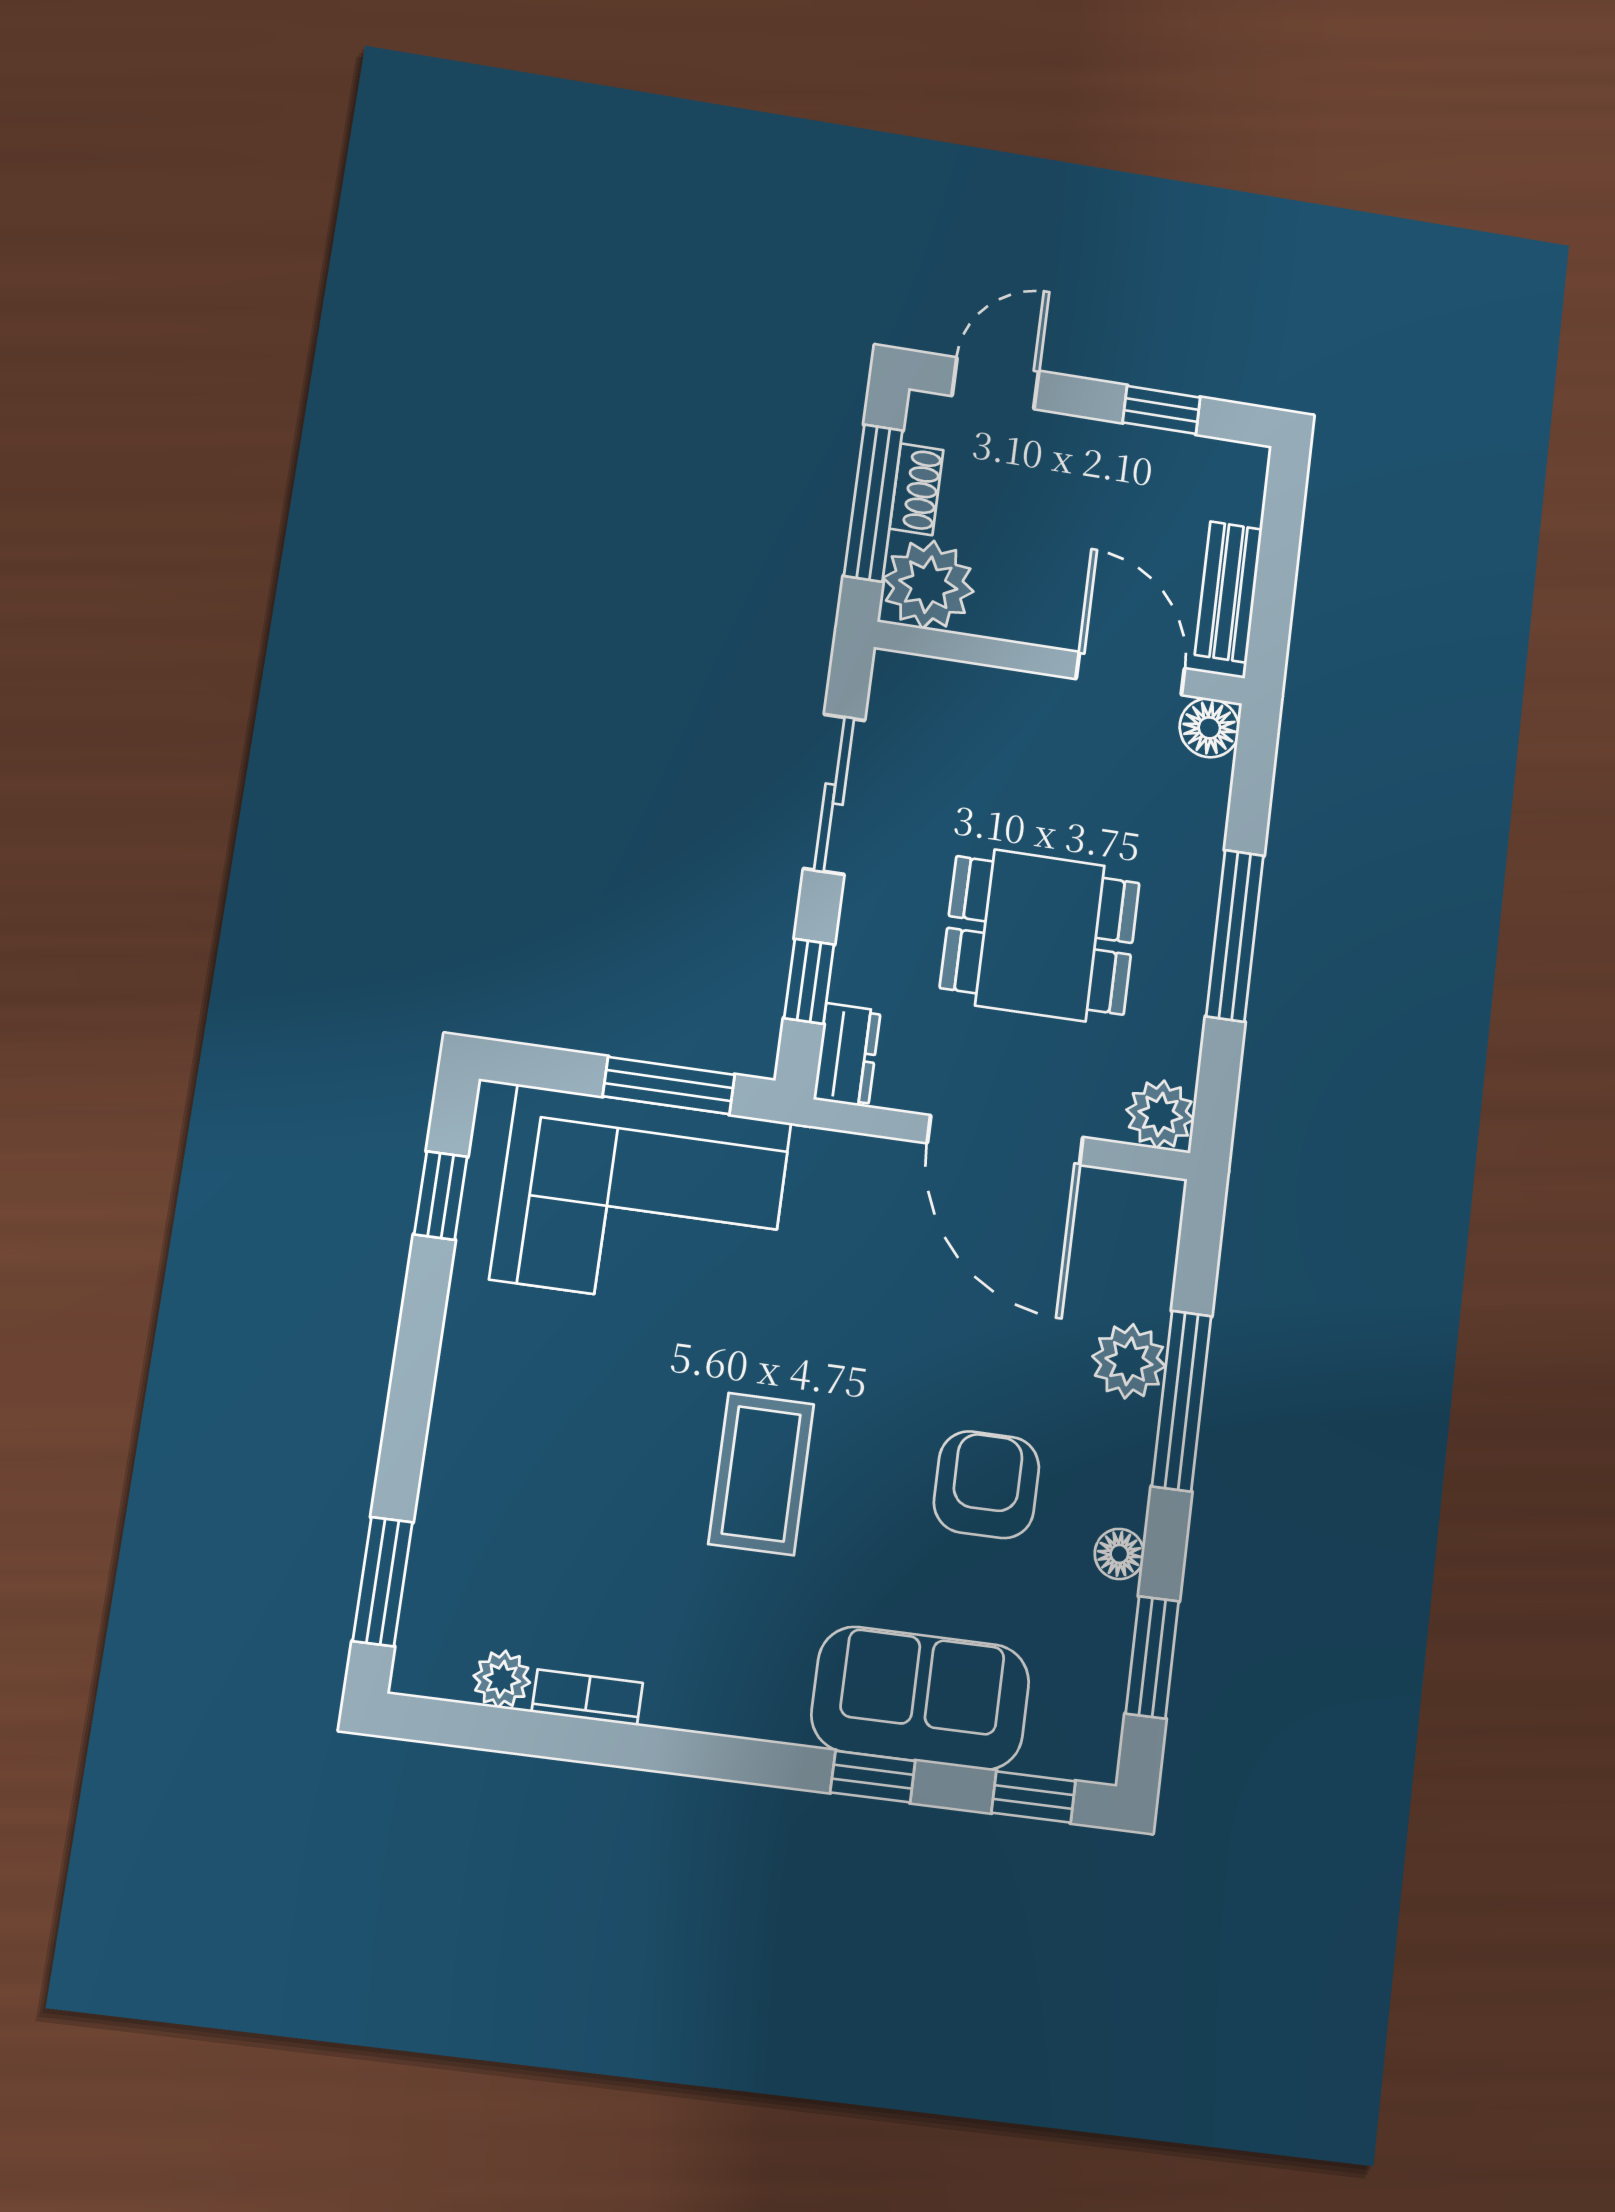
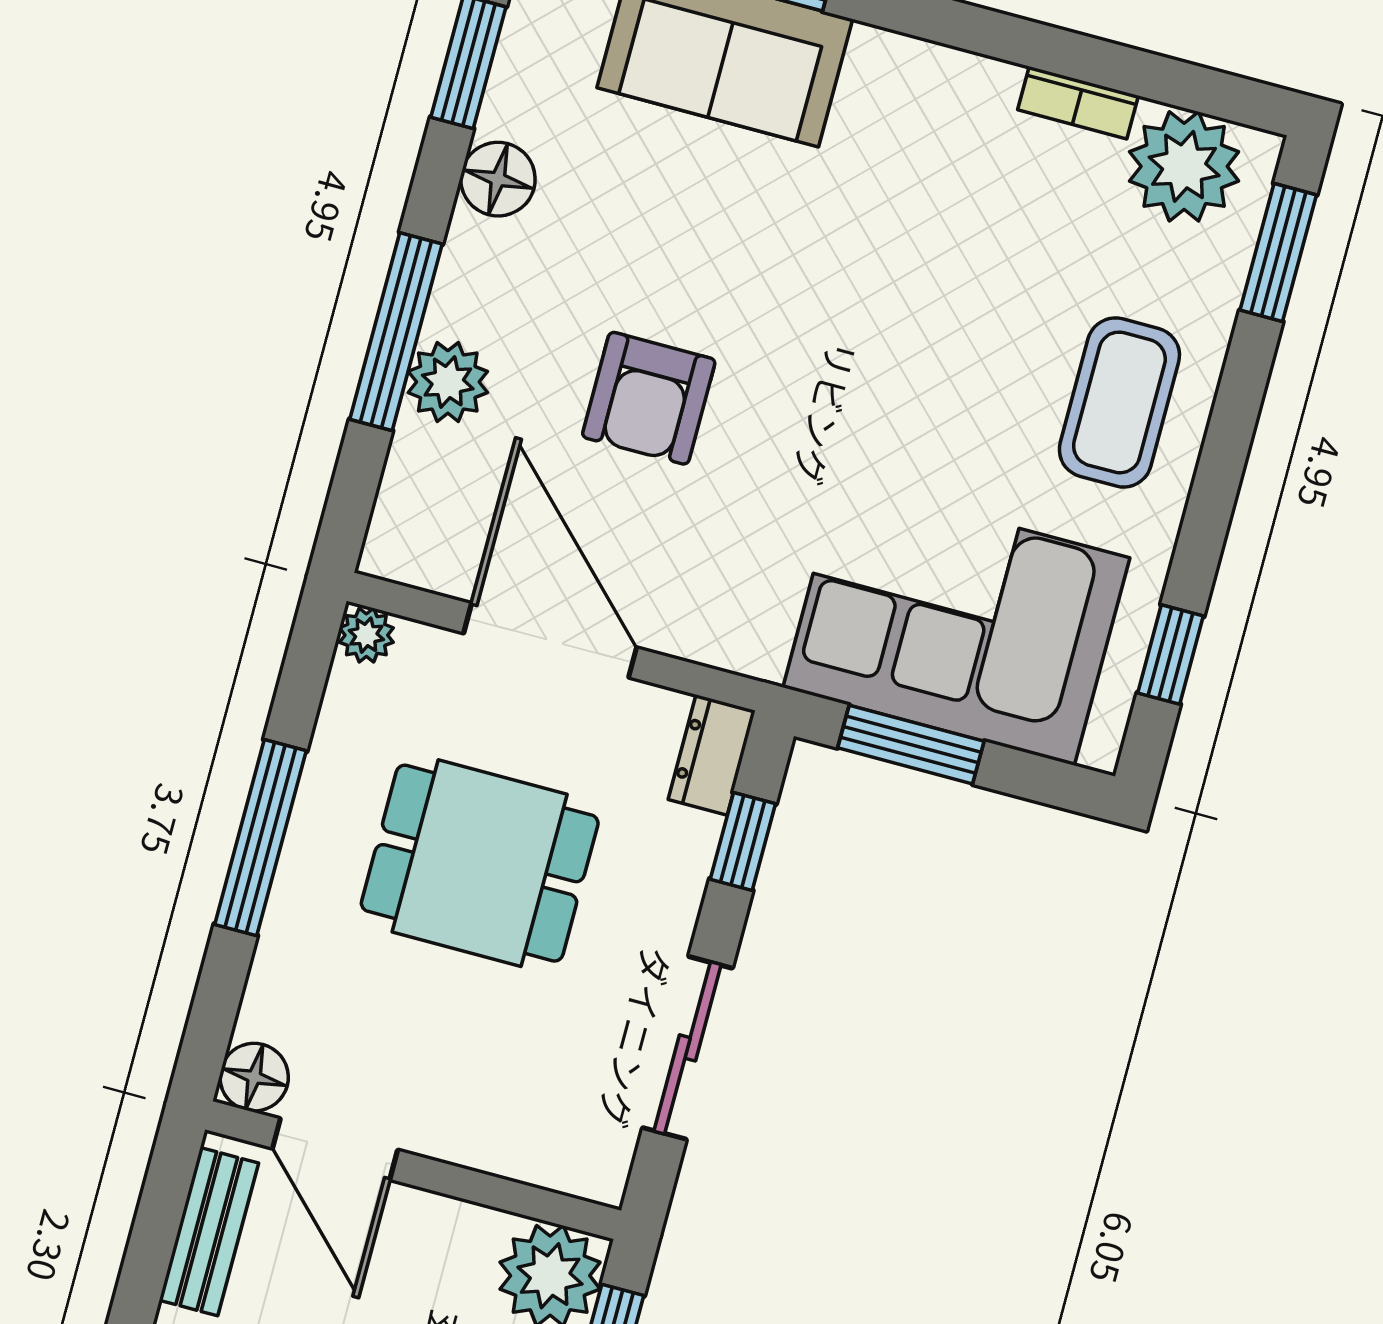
plant: (1160, 1114) -> (366, 635), width x0.73, depth x0.73
coffee table: (761, 1474) -> (1119, 402), moved
armchair: (986, 1485) -> (649, 398), moved
floor lamp: (1119, 1554) -> (498, 179), width x1.37, depth x1.37
plant: (502, 1679) -> (1184, 166), width x1.88, depth x1.88

